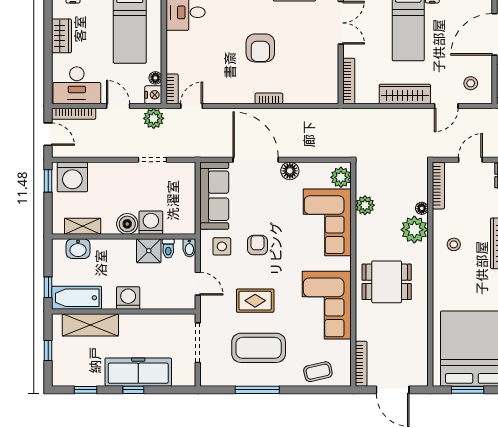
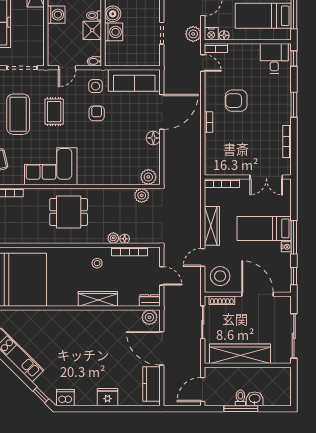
armchair: (260, 48) -> (236, 101), moved
stool: (471, 83) -> (220, 276), width x1.89, depth x1.89
door: (446, 106) -> (203, 257), hinge flipped
bookcase: (438, 186) -> (129, 251), moved
plant: (365, 205) -> (142, 195), moved
corner sofa: (327, 222) -> (114, 167), removed
plant: (414, 230) -> (113, 238), width x0.53, depth x0.53
armchair: (257, 245) -> (97, 113), turned -90
toilet: (168, 248) -> (94, 15), moved
dining table: (387, 282) -> (69, 212), turned 90

